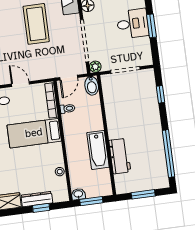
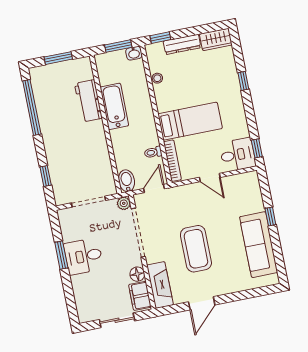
window: (41, 208) -> (160, 38), moved

